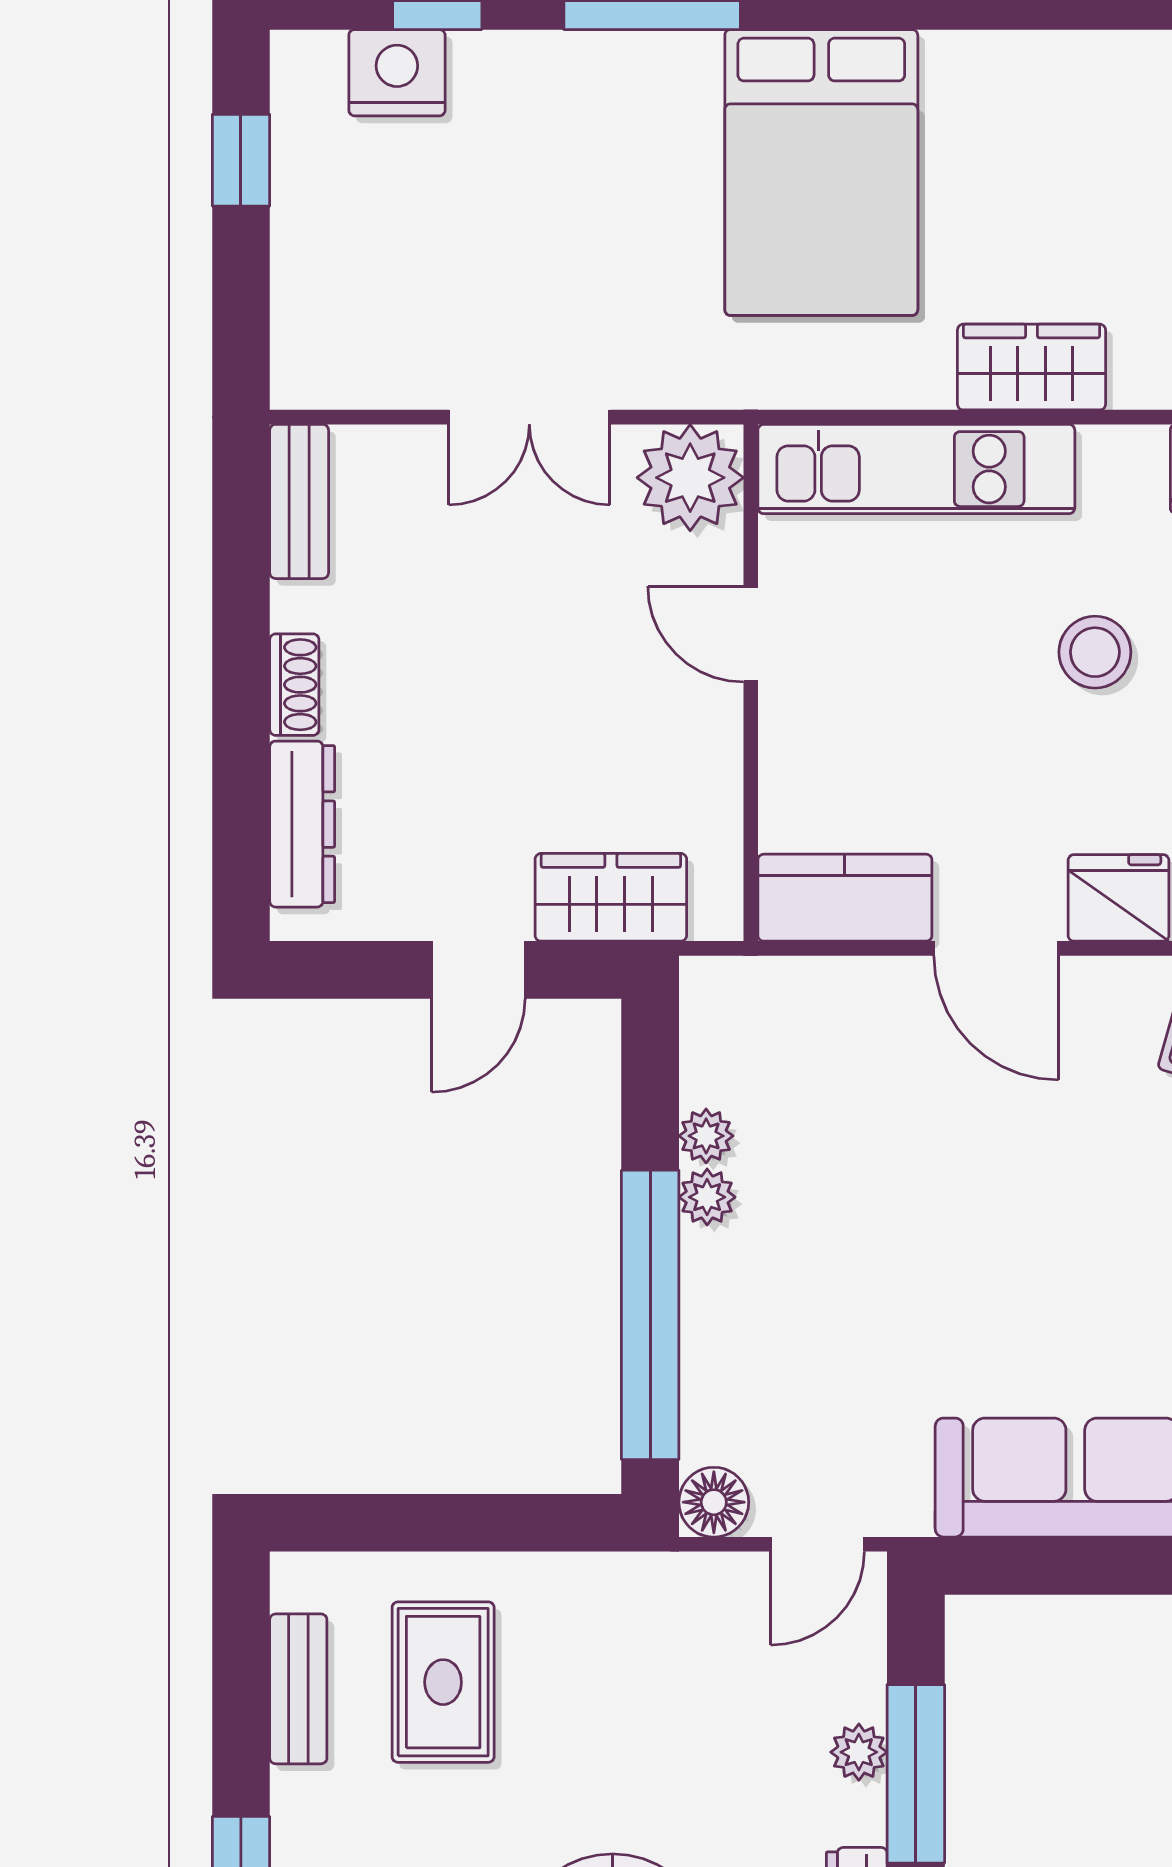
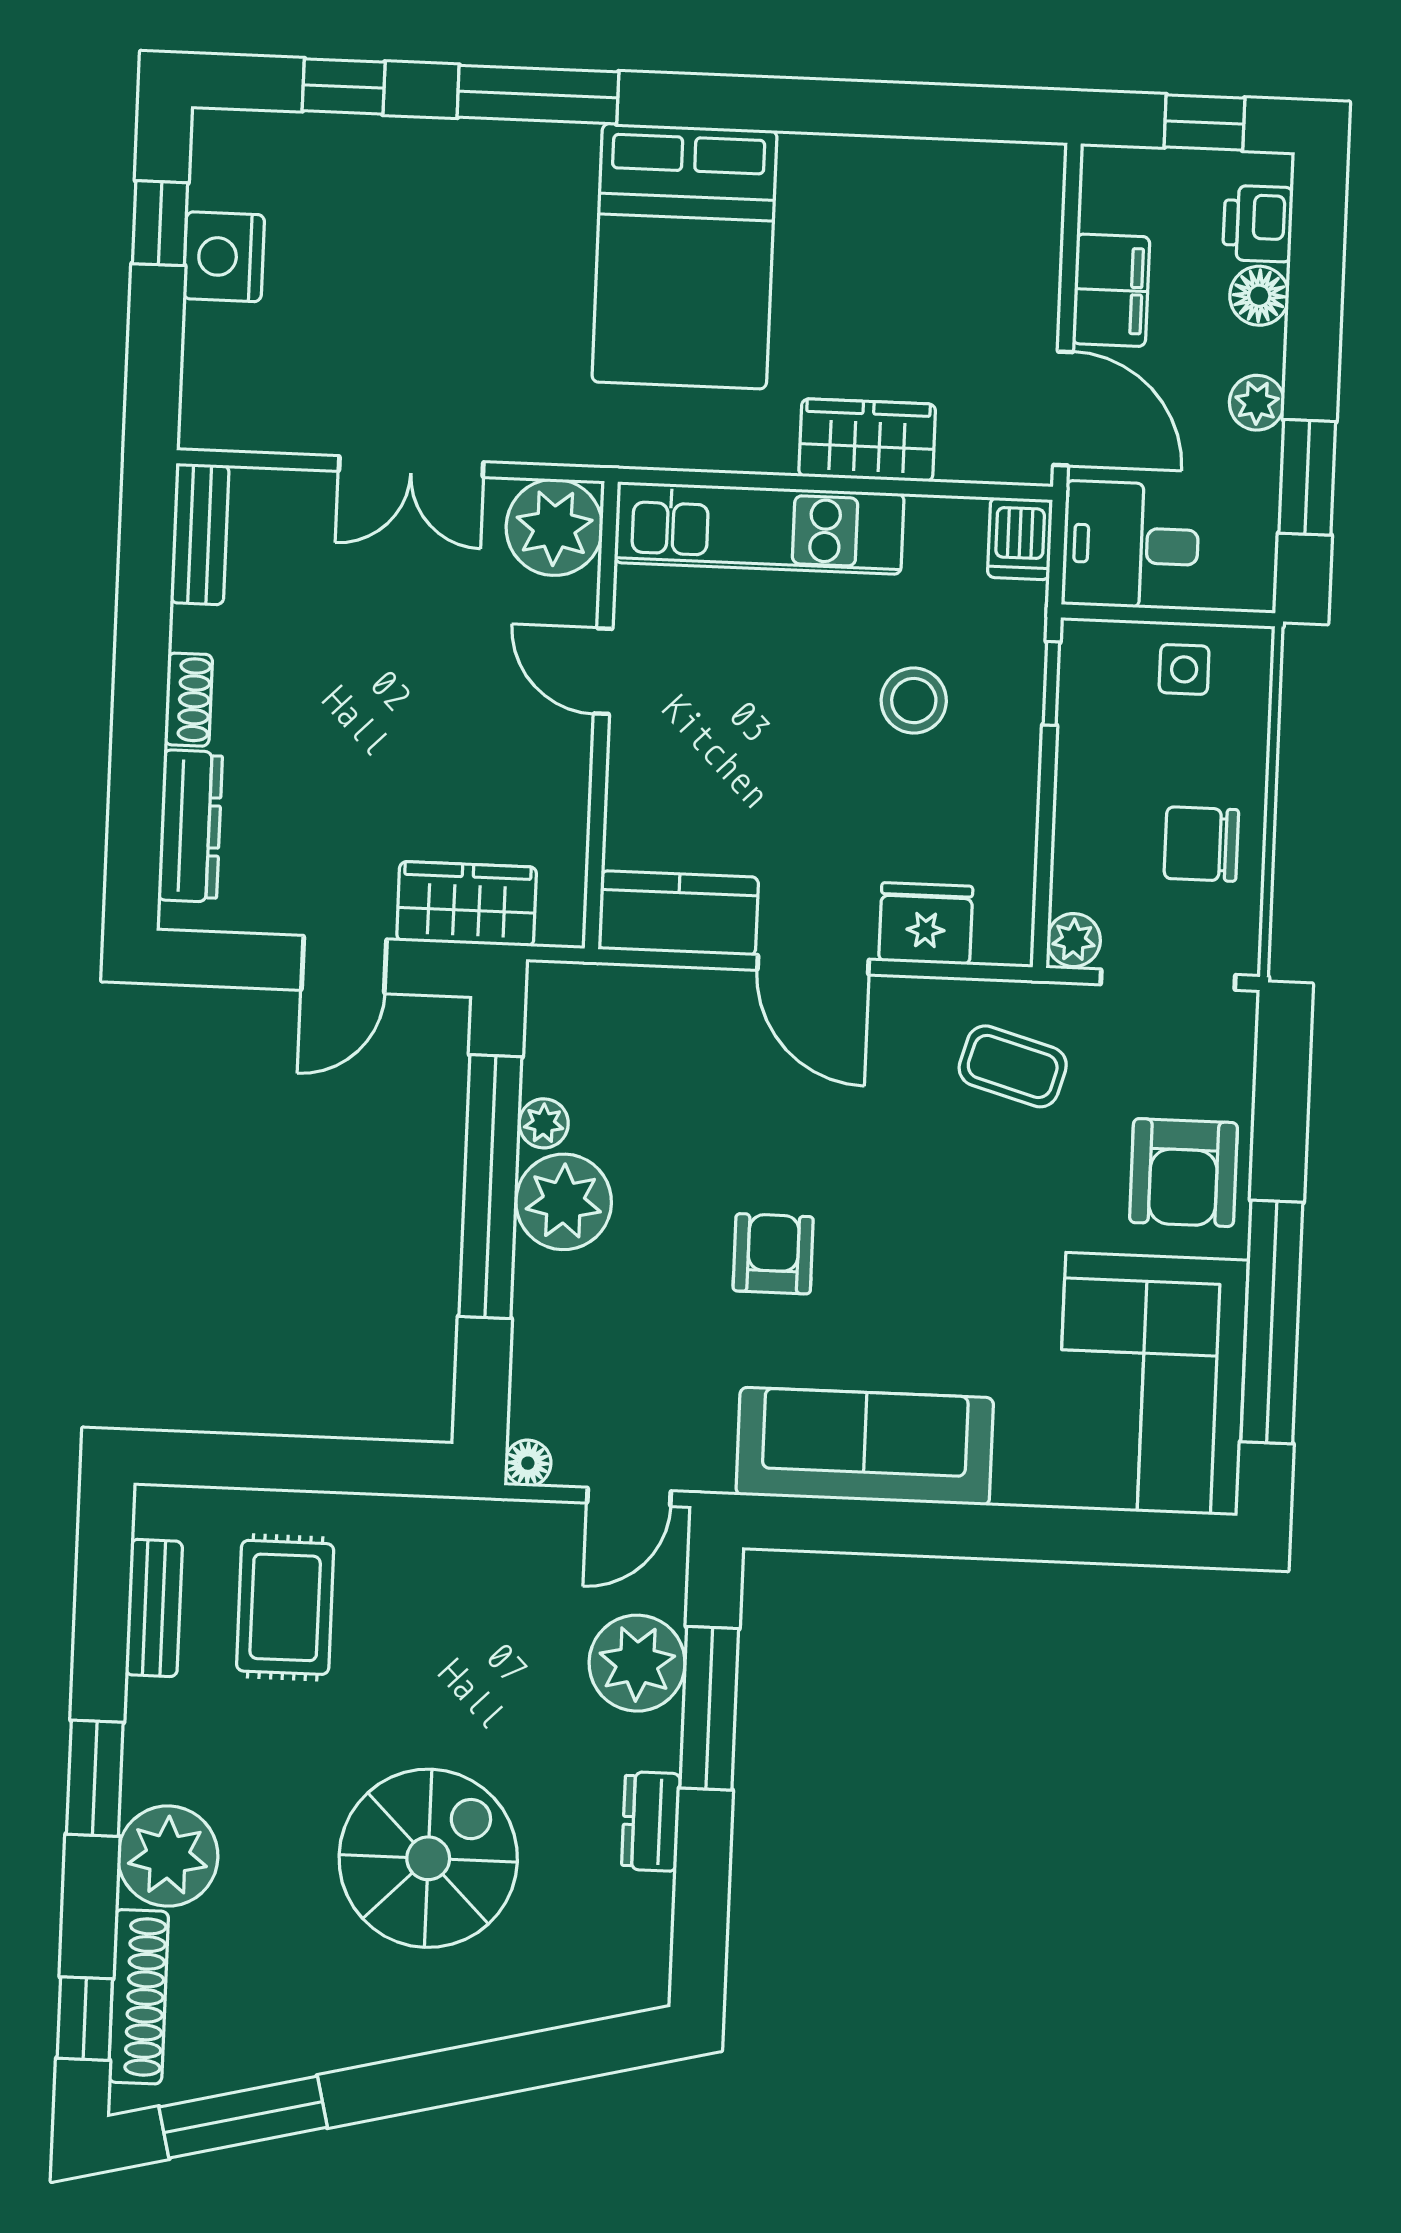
nightstand: (397, 73) -> (224, 257), moved, turned -90
plant: (707, 1197) -> (564, 1202), width x1.88, depth x1.88
armchair: (965, 1269) -> (773, 1254), added
window: (650, 1315) -> (490, 1187), moved
floor lamp: (714, 1502) -> (528, 1463), width x0.73, depth x0.73
plant: (859, 1752) -> (637, 1663), width x1.88, depth x1.88

